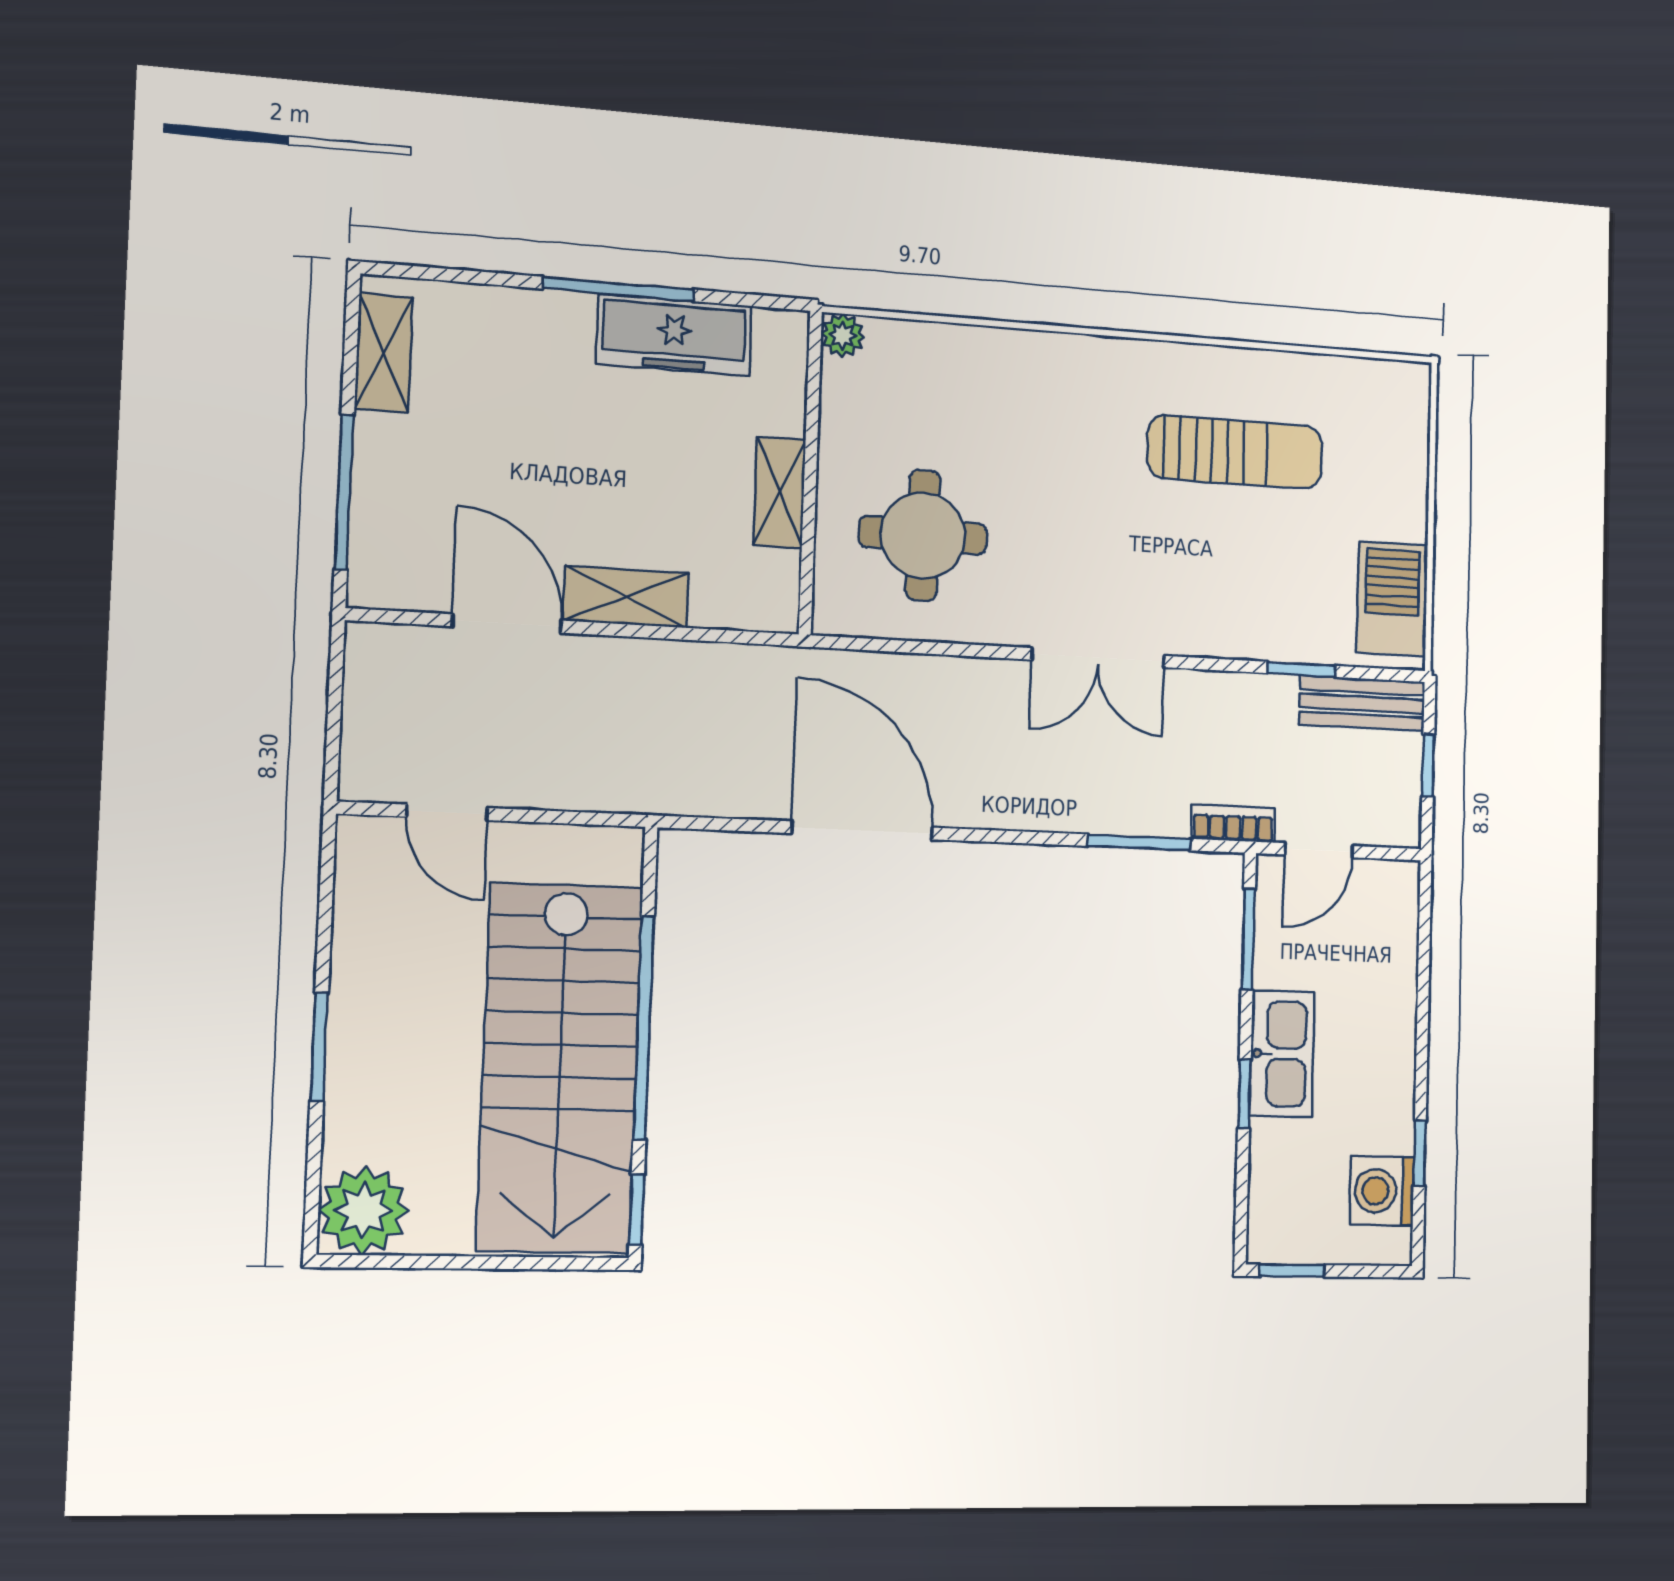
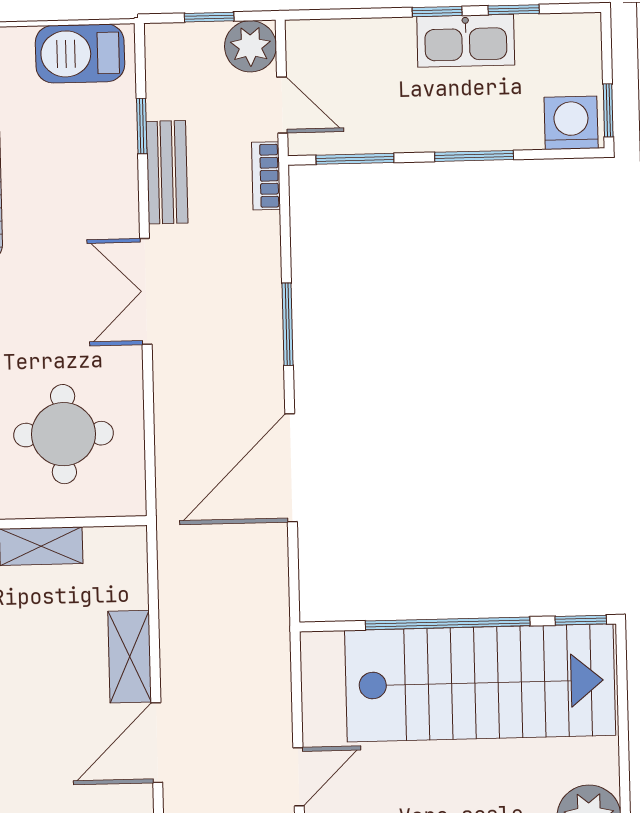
double door: (1098, 658) -> (146, 291), swing flipped
bench: (1362, 703) -> (167, 172), moved
plant: (1391, 815) -> (250, 46), added
window: (1139, 842) -> (288, 324), moved
kitchen sink: (1282, 1054) -> (466, 41), moved, turned 180
window: (1422, 1055) -> (437, 12), added
window: (1244, 1094) -> (474, 156), width x1.50
washing machine: (1382, 1191) -> (571, 123), moved, turned 180

